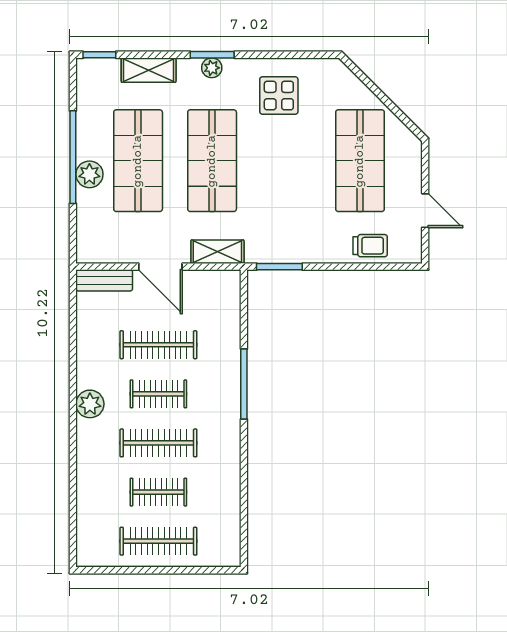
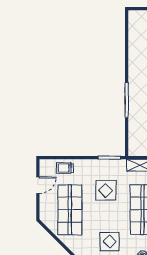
display table: (287, 200) -> (106, 190), added
door: (425, 211) -> (38, 185), swing flipped

